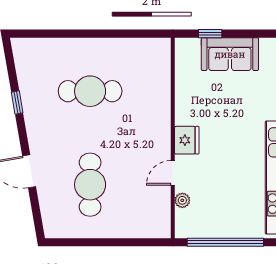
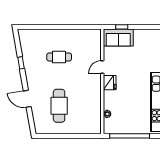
sofa: (230, 54) -> (118, 38), moved
cafe table: (90, 91) -> (59, 57), width x0.73, depth x0.74
door: (173, 173) -> (102, 67), moved

